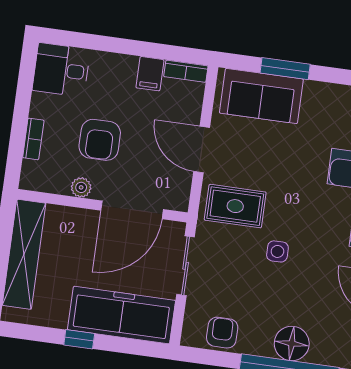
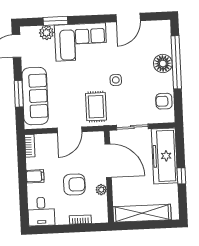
filing cabinet: (150, 74) -> (35, 176), moved
sofa: (261, 96) -> (35, 96), width x1.36

